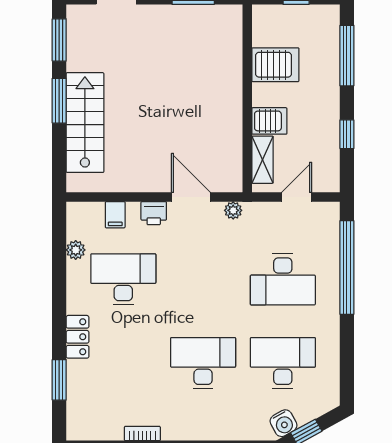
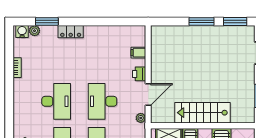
stairs: (85, 123) -> (202, 113), moved, turned 180
plant: (76, 250) -> (35, 31), moved
desk: (123, 279) -> (103, 101), moved, turned 180
water cooler: (77, 424) -> (22, 32), added

